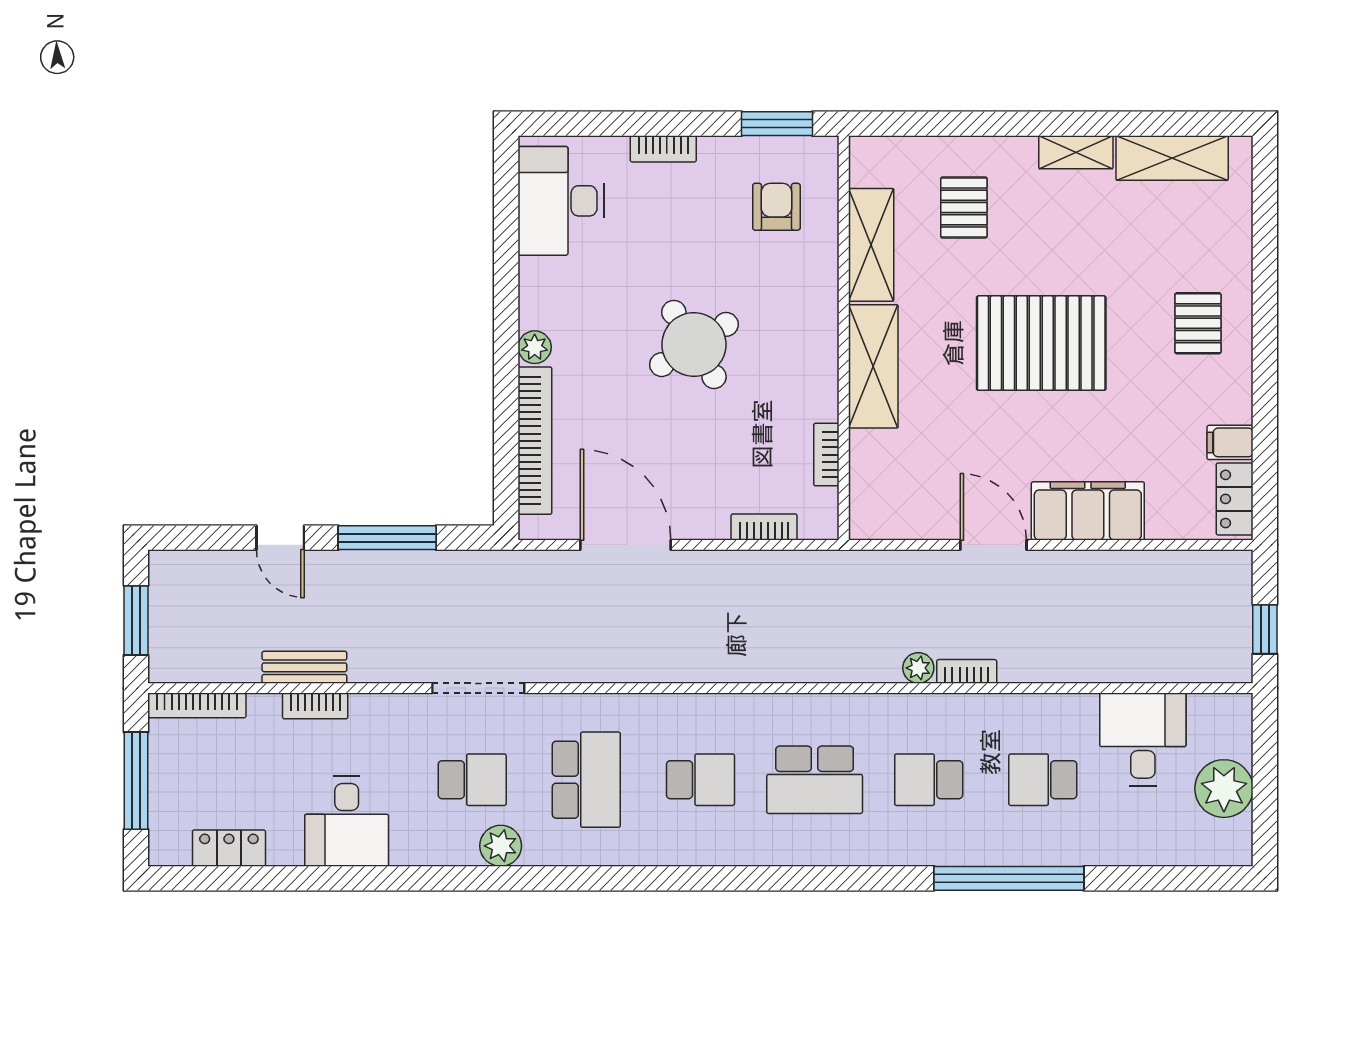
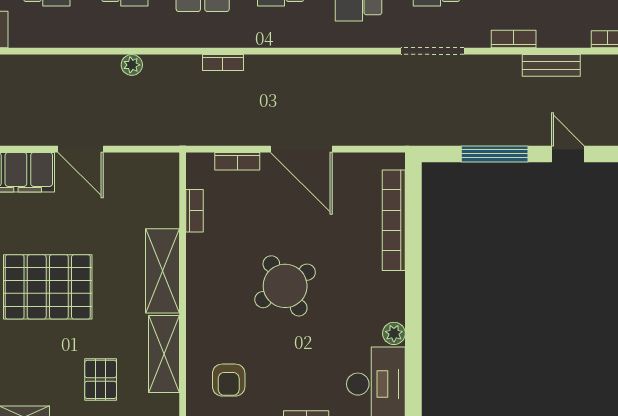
plant: (535, 347) -> (394, 333), moved
door: (626, 545) -> (301, 149), moved
bookcase: (967, 671) -> (223, 63), moved
bookcase: (315, 706) -> (514, 39), moved

